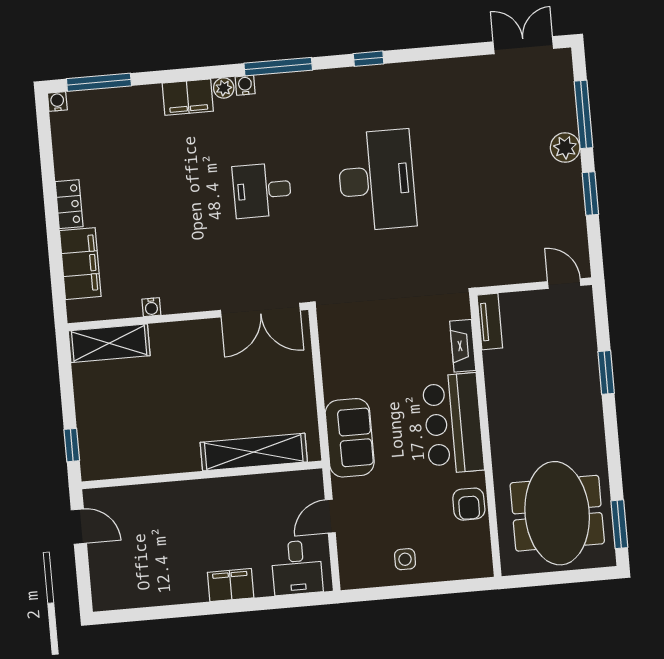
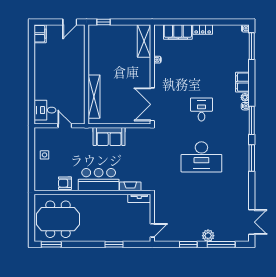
window: (369, 59) -> (252, 158), width x2.17
sofa: (350, 438) -> (109, 137), moved
filing cabinet: (231, 585) -> (40, 34), moved

